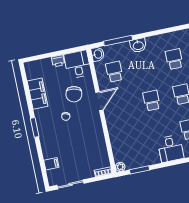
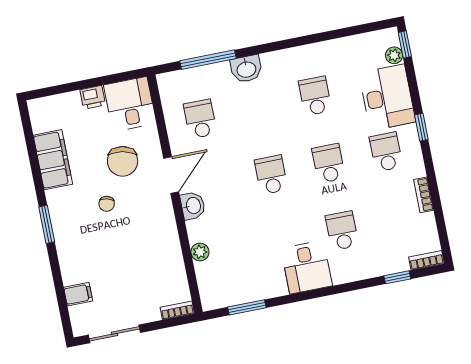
washbasin: (98, 54) -> (193, 206), moved
plant: (120, 167) -> (200, 252), moved

